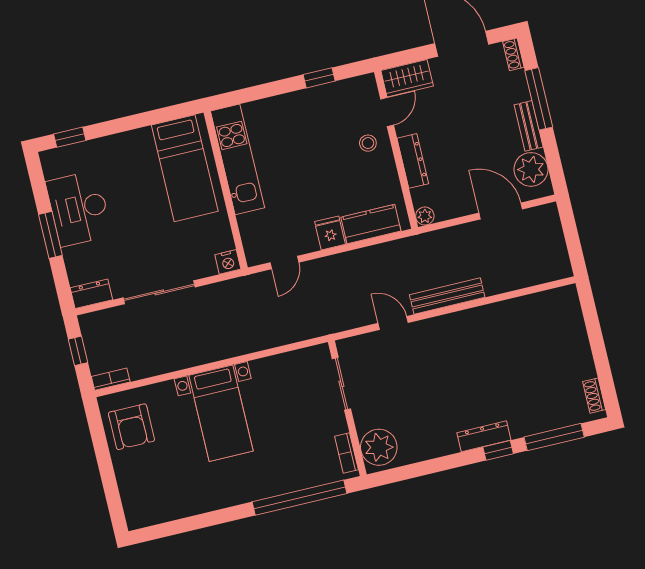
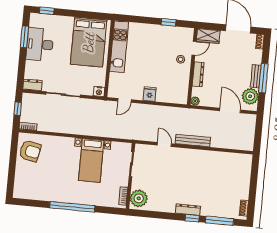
window: (539, 99) -> (263, 78), moved
bed: (185, 168) -> (89, 42), width x1.50
kitchen counter: (371, 224) -> (169, 96), removed
window: (50, 235) -> (24, 37), moved
bed with nightstands: (221, 413) -> (91, 160), moved
armchair: (131, 427) -> (30, 151), turned -79
window: (299, 498) -> (72, 207), moved

